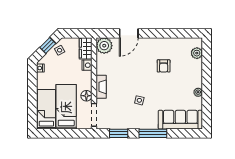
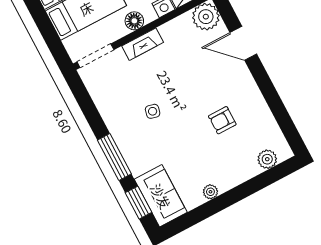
floor lamp: (86, 96) -> (134, 21), moved
sofa: (180, 120) -> (161, 196), width x0.73
window: (119, 133) -> (139, 203), moved

